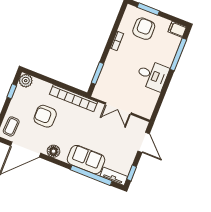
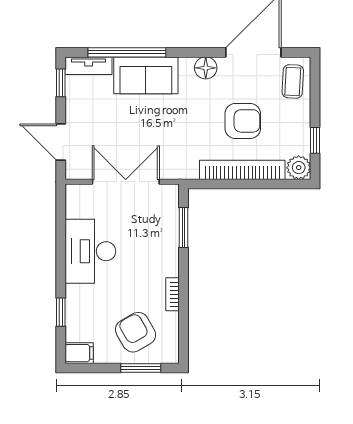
armchair: (144, 29) -> (136, 332), turned 150
window: (178, 54) -> (61, 312), width x0.46
desk: (152, 75) -> (90, 251), width x1.37
bookcase: (74, 98) -> (242, 170), moved
double door: (118, 109) -> (126, 182), width x1.37

